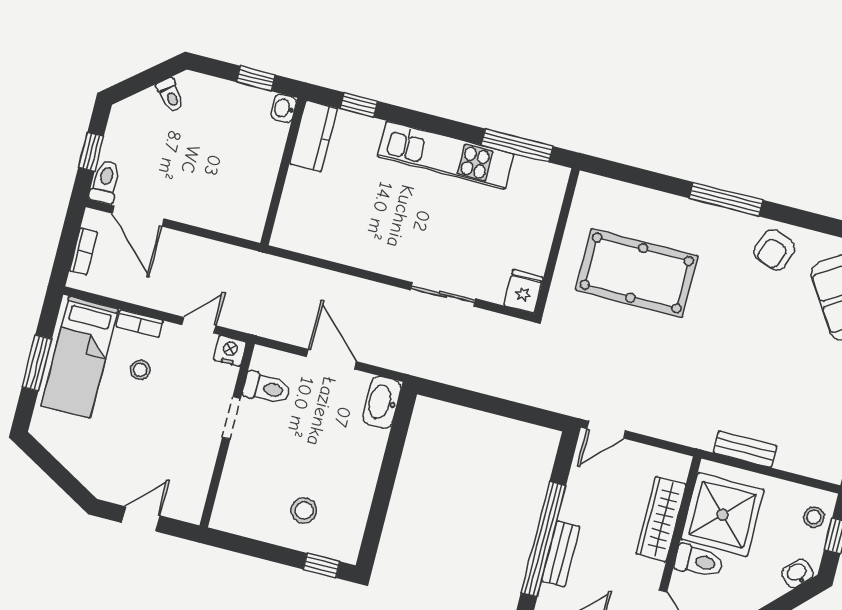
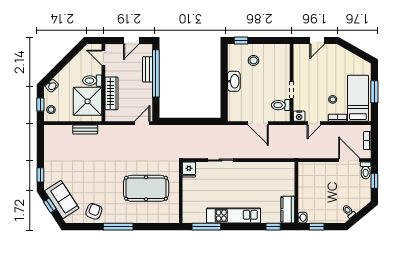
washbasin: (382, 402) -> (234, 81), moved

